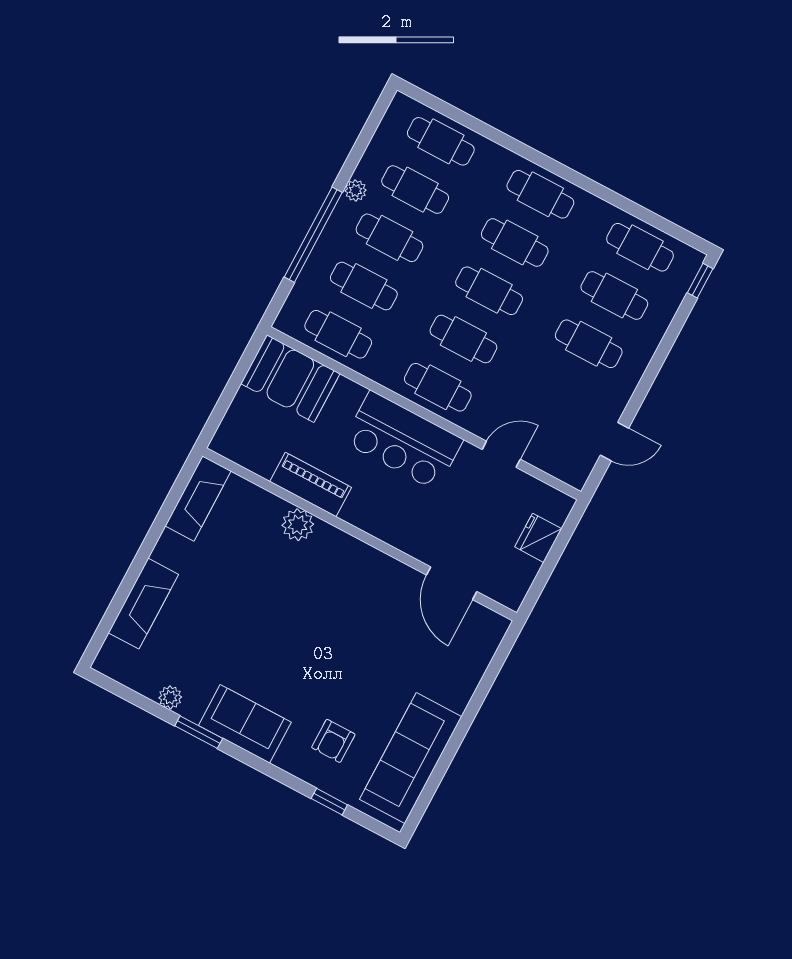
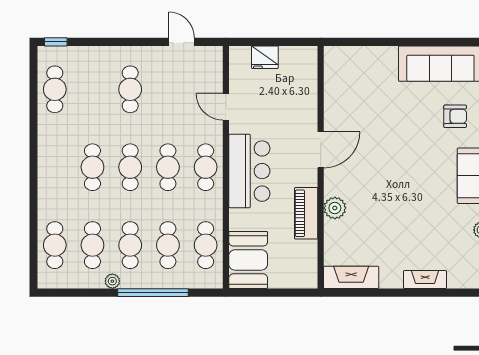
cafe table: (540, 194) -> (55, 167), removed
cafe table: (614, 295) -> (92, 89), removed
door: (452, 583) -> (321, 150), moved
fireplace: (143, 604) -> (425, 280), width x0.73, depth x0.76

